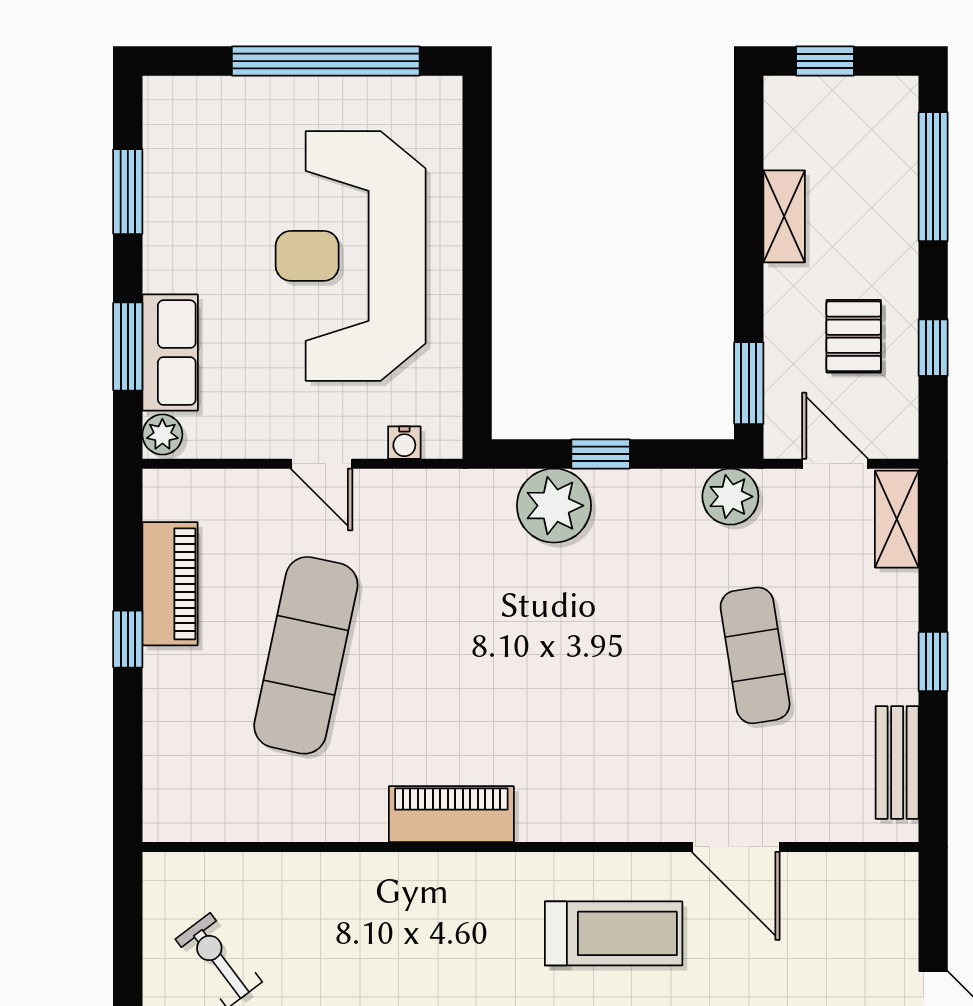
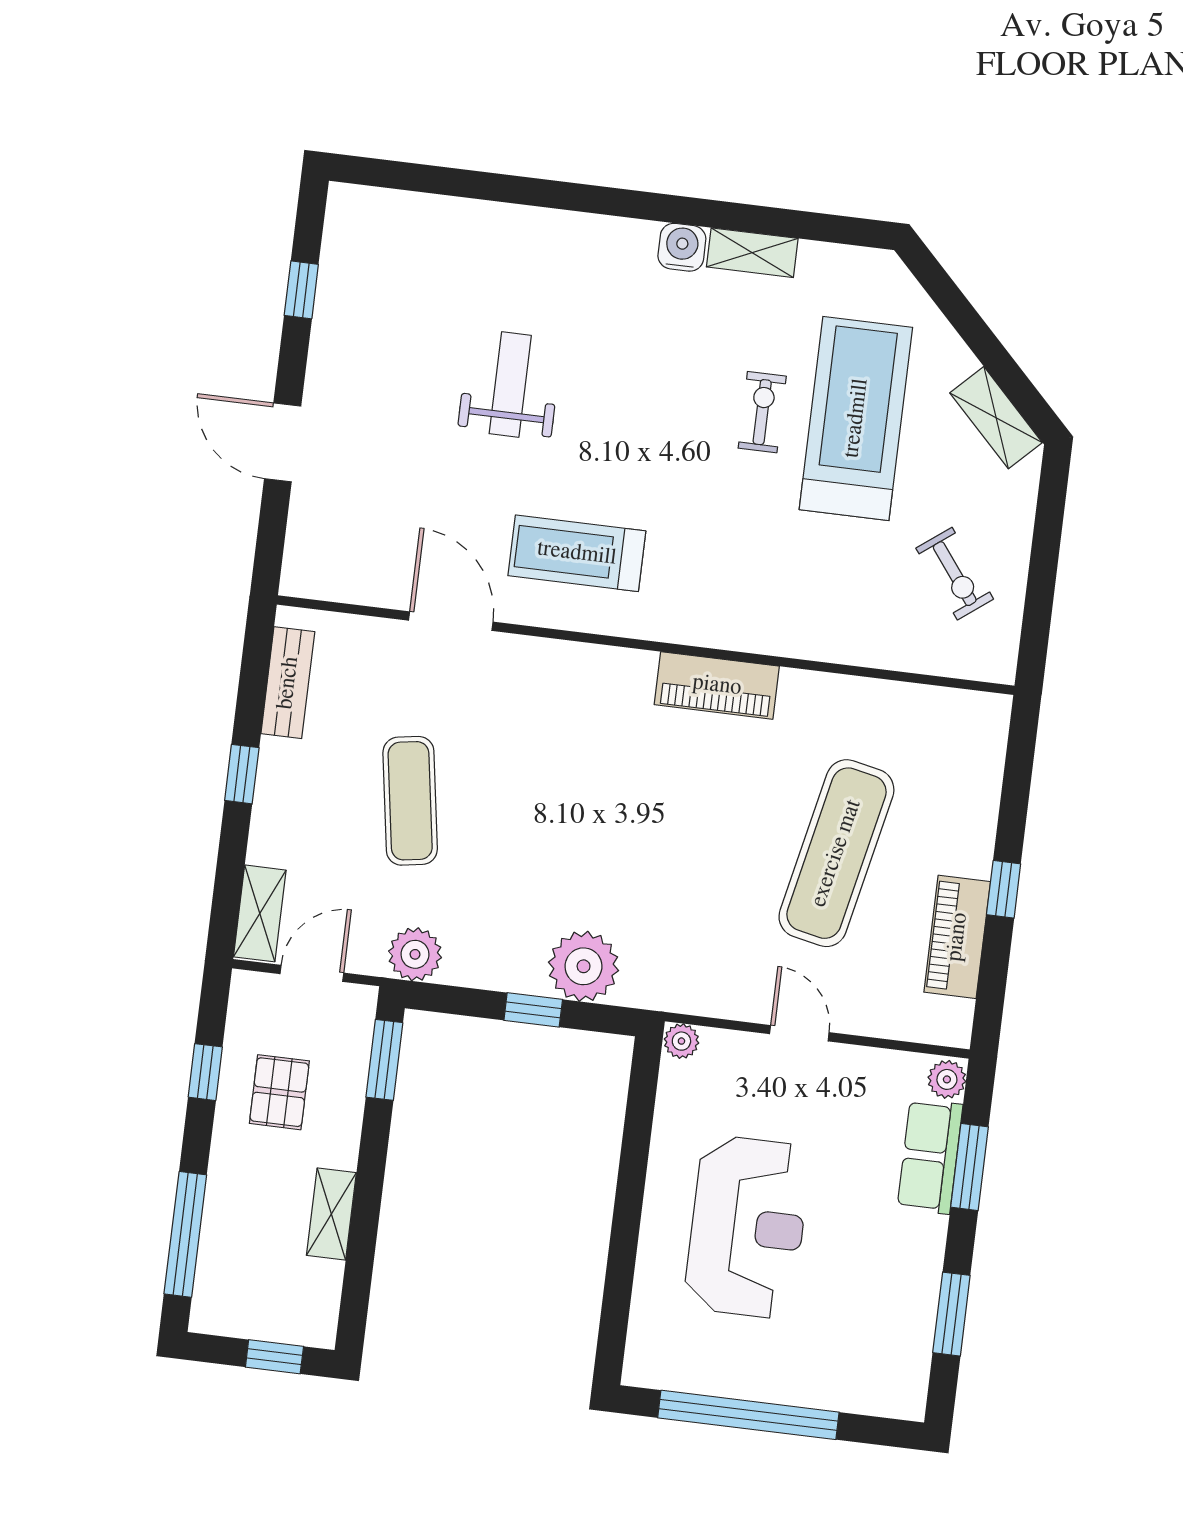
reception desk: (351, 256) -> (747, 1227), width x0.74, depth x0.77
plant: (443, 440) -> (681, 1041), added
water cooler: (404, 443) -> (718, 1044), removed
door: (835, 464) -> (312, 973), swing flipped

